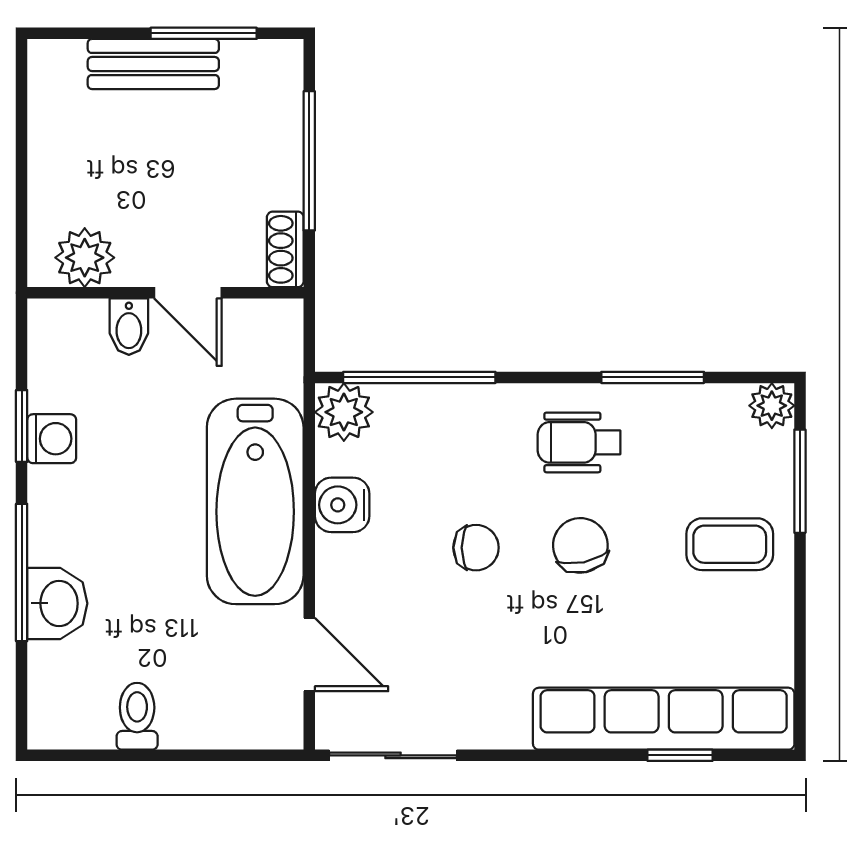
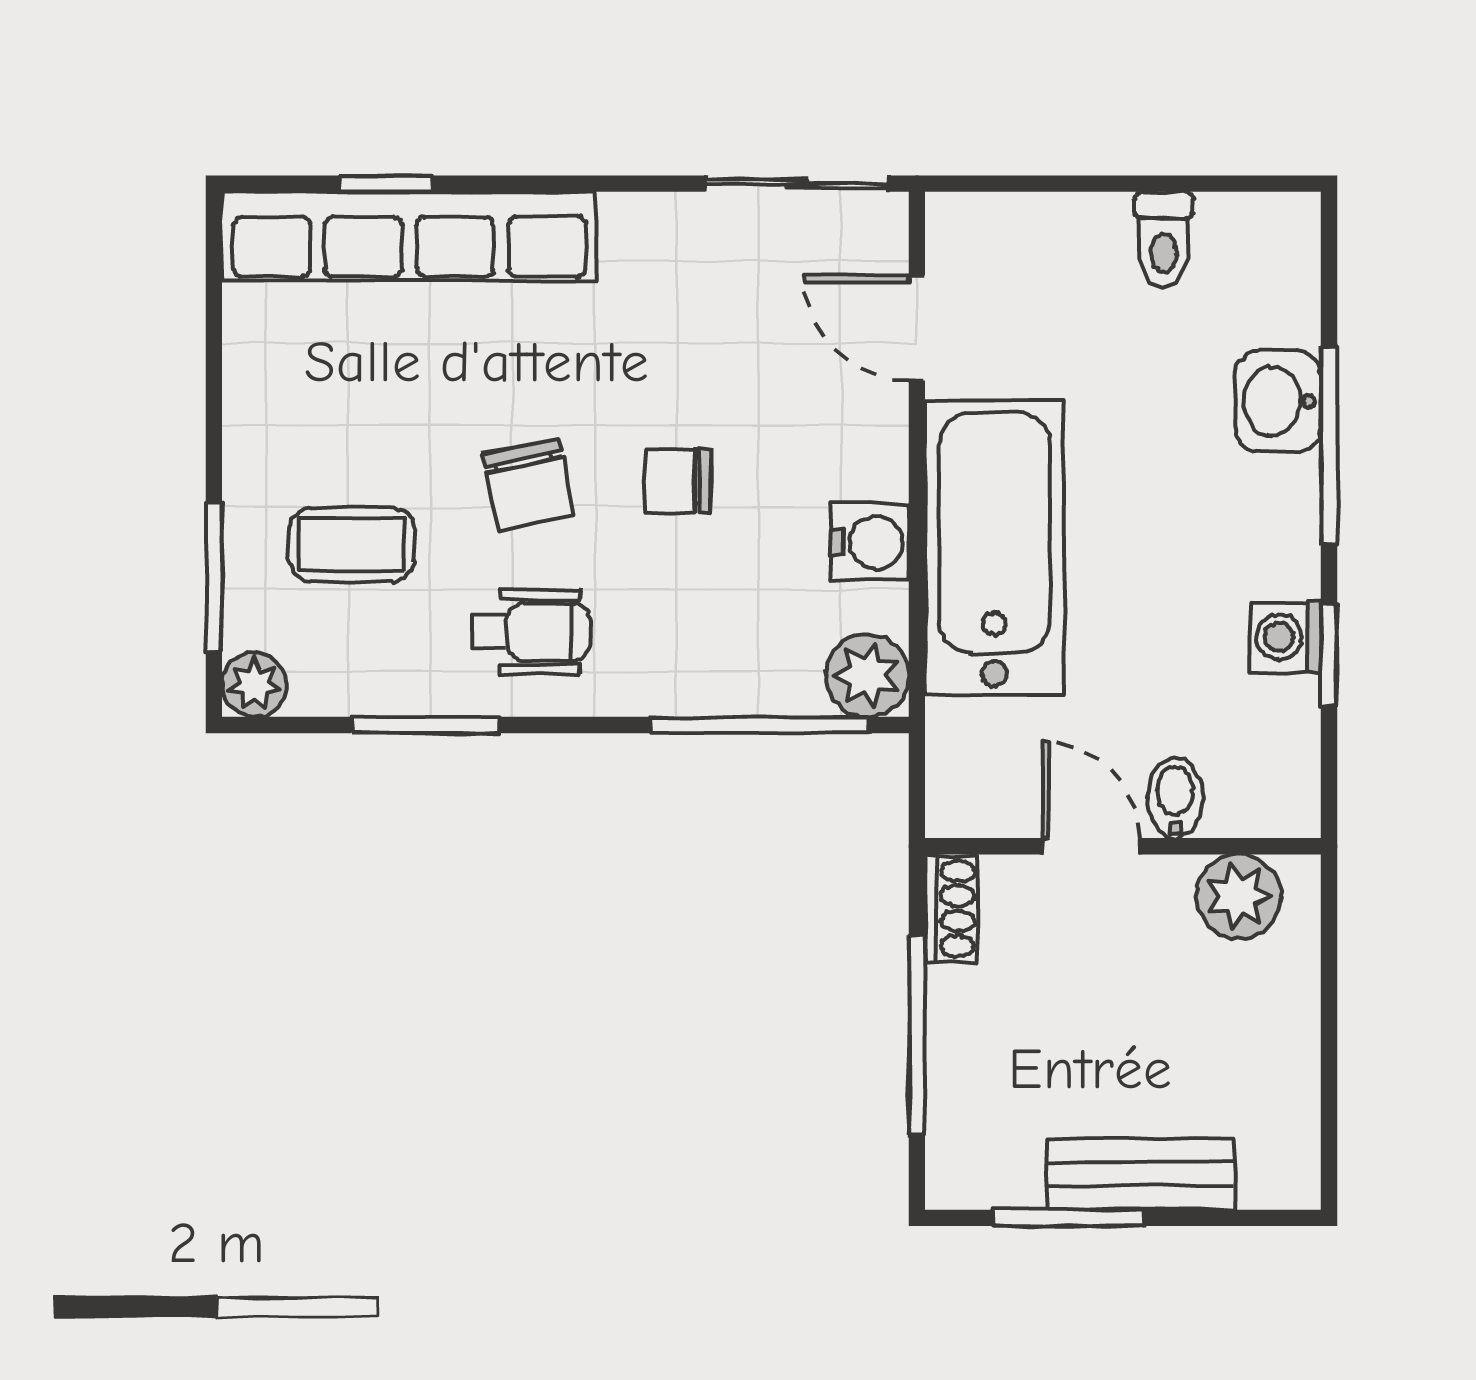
coffee table: (730, 544) -> (352, 545), moved

